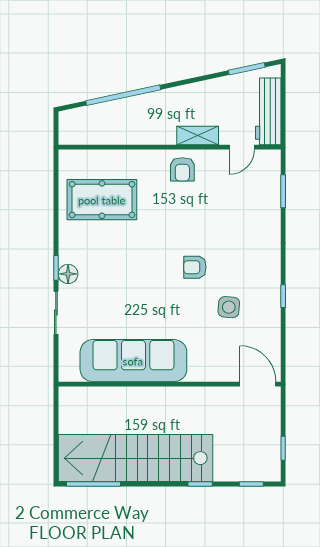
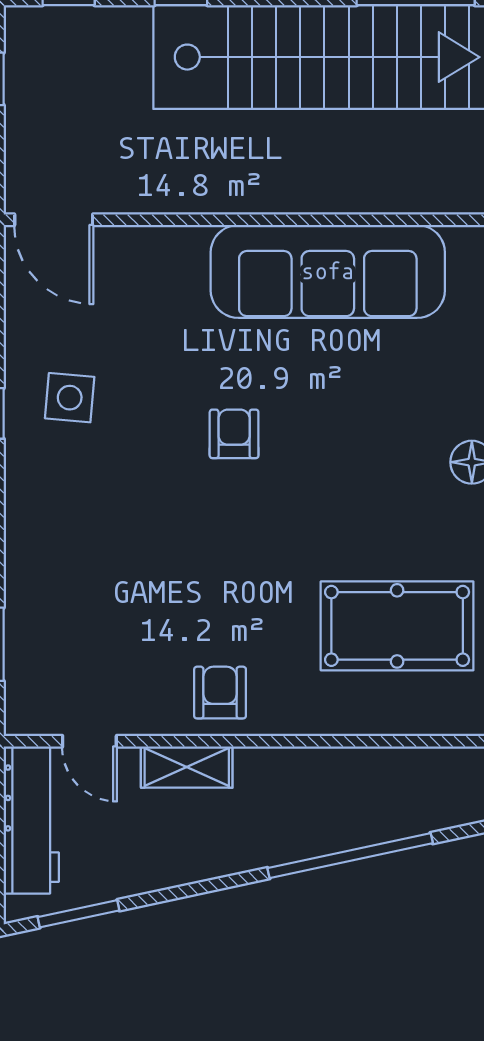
door: (242, 147) -> (89, 741), swing flipped
armchair: (195, 267) -> (234, 434), moved, turned -90
side table: (229, 307) -> (70, 398), moved

